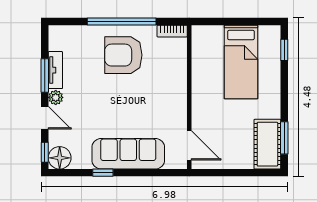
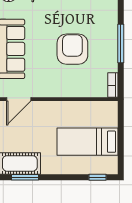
window: (122, 22) -> (121, 43), width x0.68
armchair: (123, 55) -> (72, 49), moved

